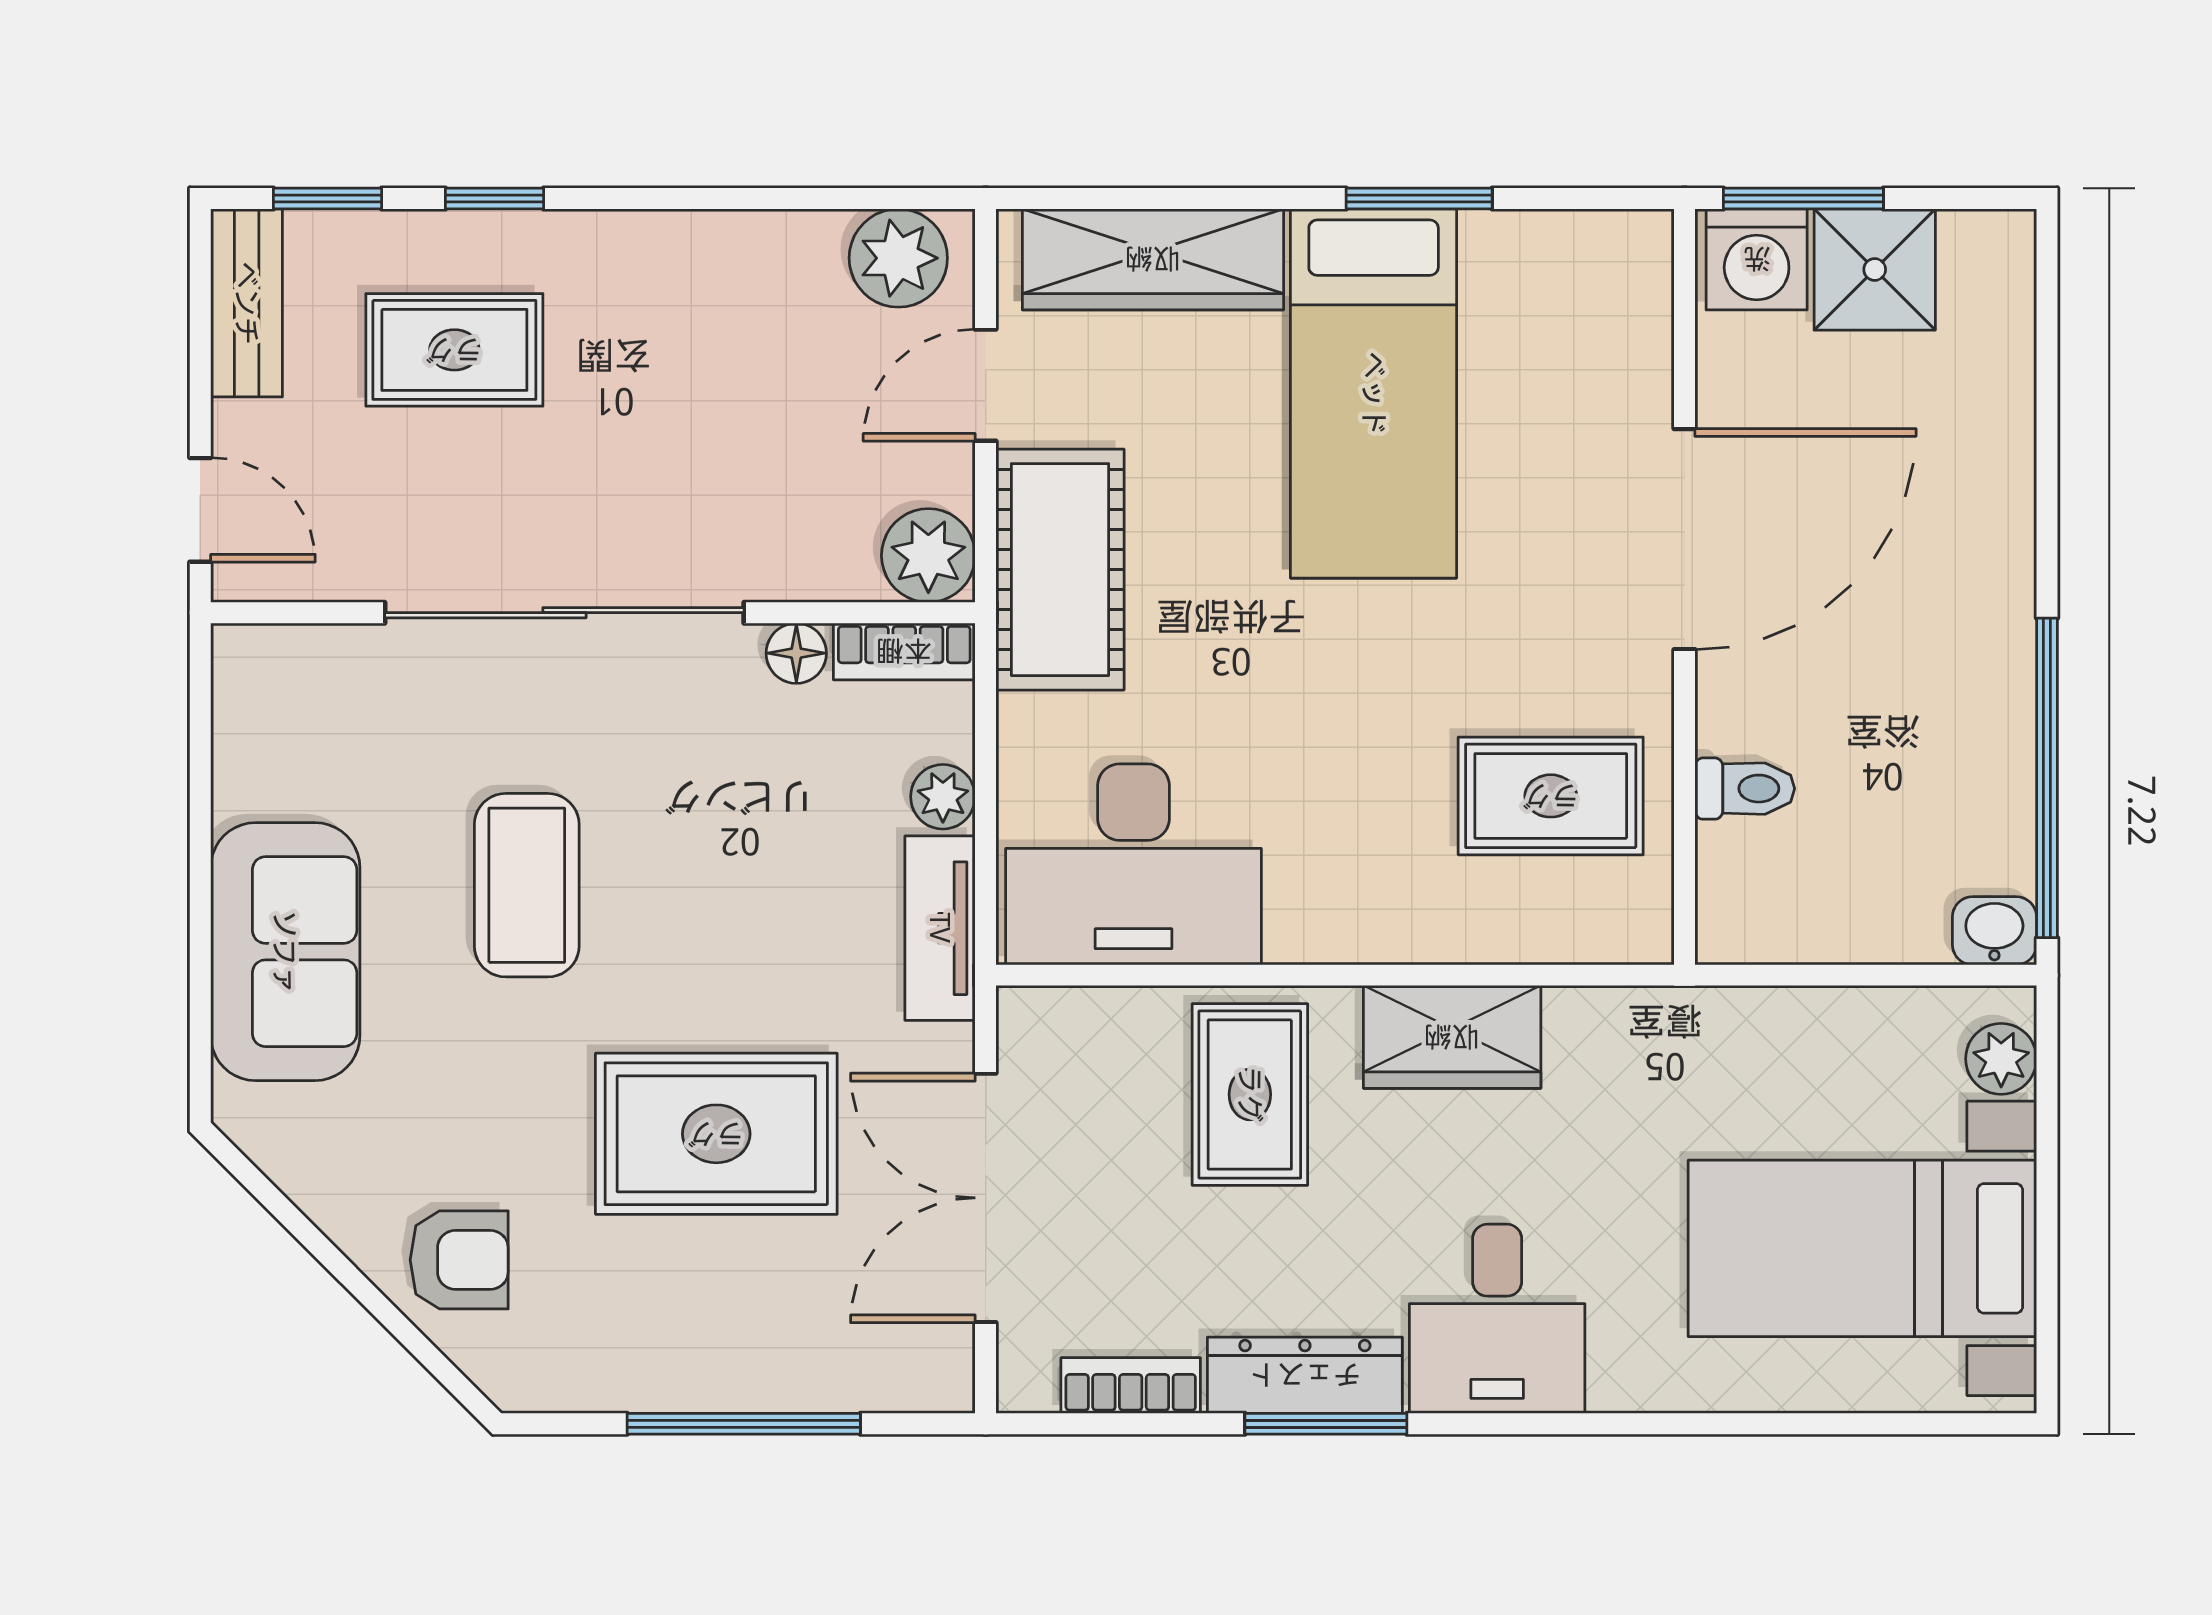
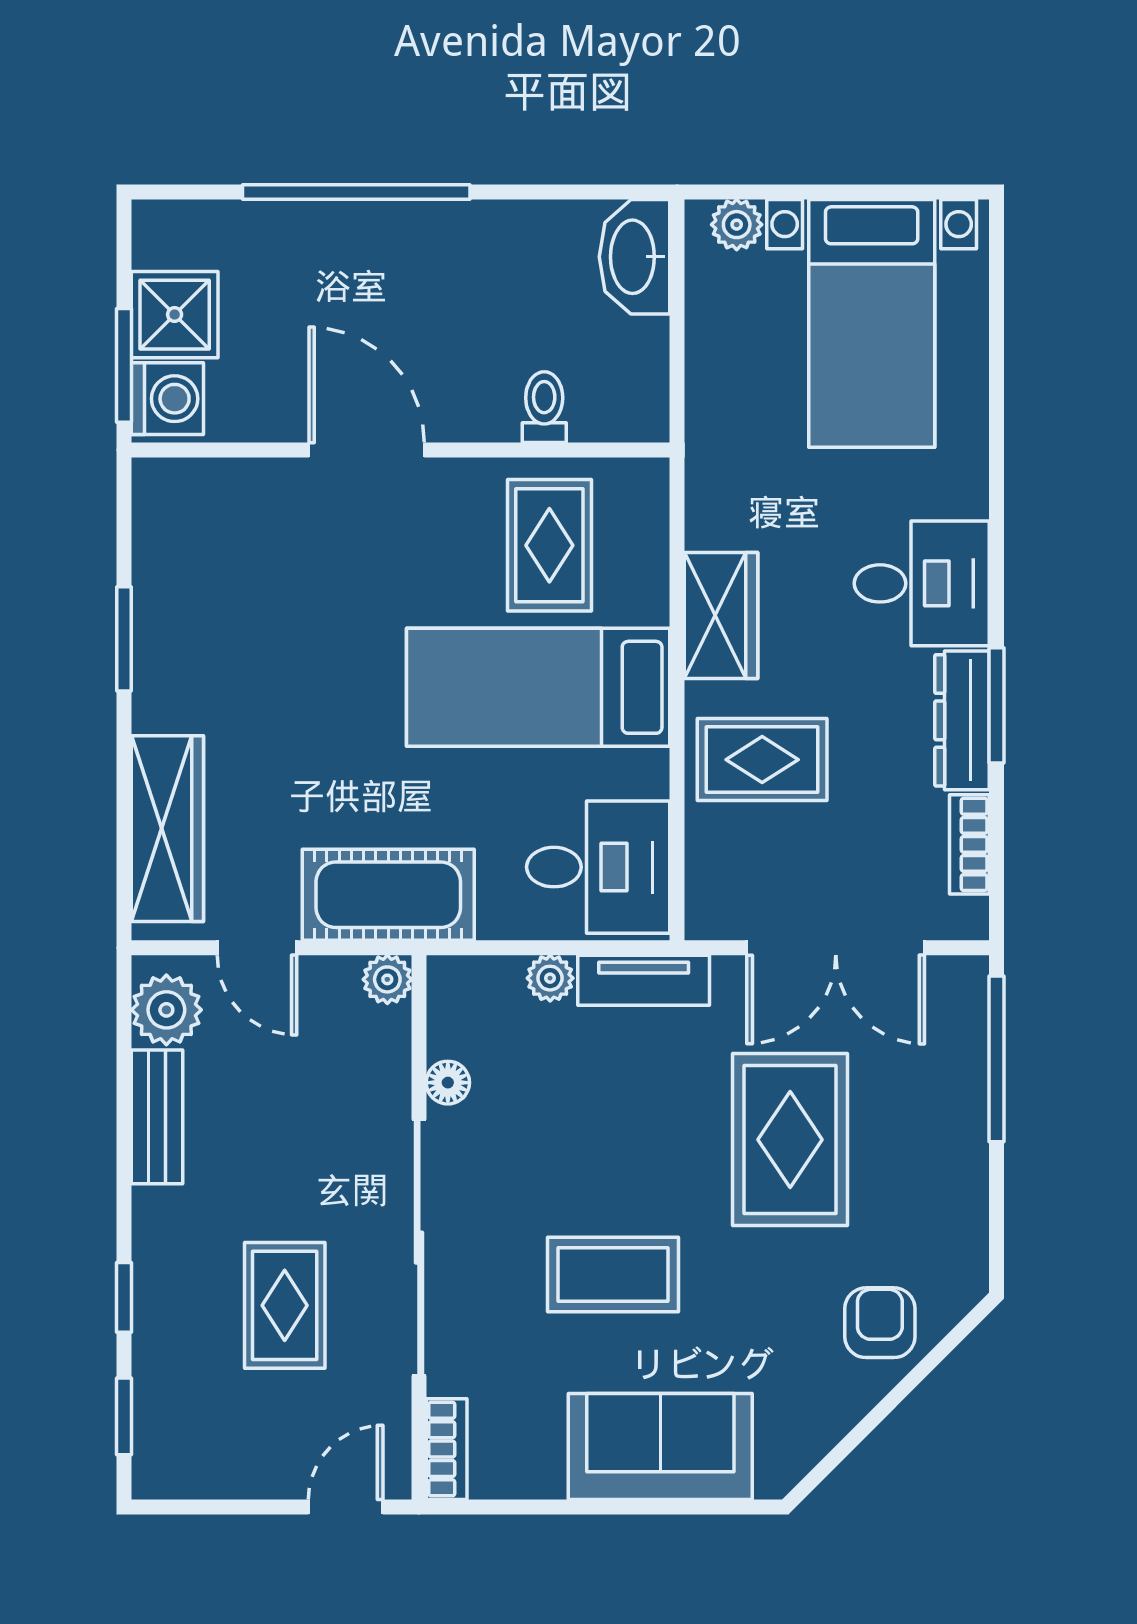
bench: (247, 303) -> (157, 1117), moved, turned 90
rug: (454, 350) -> (285, 1305), moved
bed: (1374, 393) -> (538, 687), moved, turned 180
door: (1685, 539) -> (367, 450), width x0.73
plant: (928, 555) -> (387, 979), width x0.73, depth x0.73
bookcase: (904, 651) -> (447, 1449), moved
window: (2047, 778) -> (356, 192), moved
desk: (1134, 864) -> (598, 867), width x0.73
washbasin: (1994, 931) -> (635, 257), width x1.91, depth x1.45
window: (744, 1424) -> (997, 1059), moved

